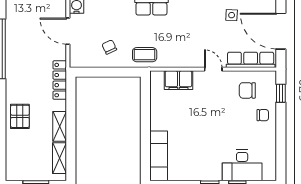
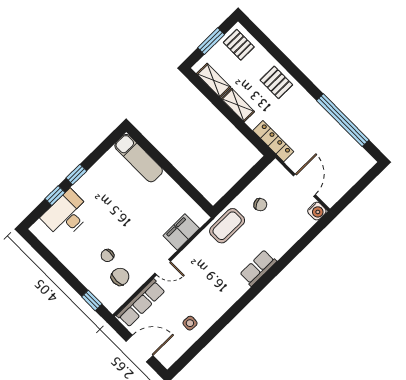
door: (68, 31) -> (304, 185), hinge flipped
door: (281, 31) -> (139, 349), width x0.73
coffee table: (145, 55) -> (227, 226), width x1.36, depth x1.30
chair: (263, 115) -> (107, 255), moved
pallet: (20, 165) -> (239, 45), added

